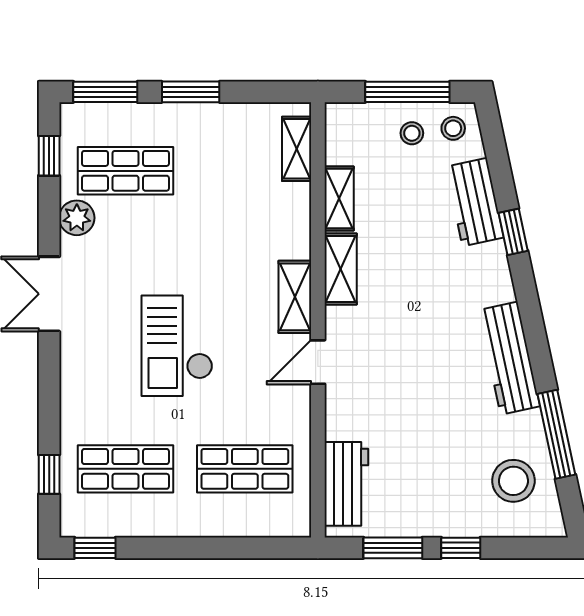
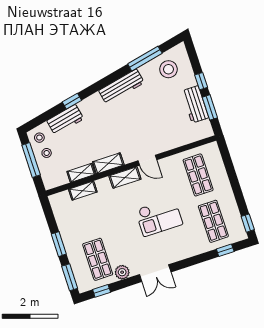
shelving: (297, 149) -> (83, 191), moved
workbench: (346, 484) -> (195, 104), moved, turned -90

